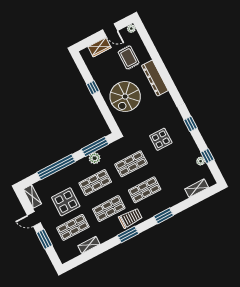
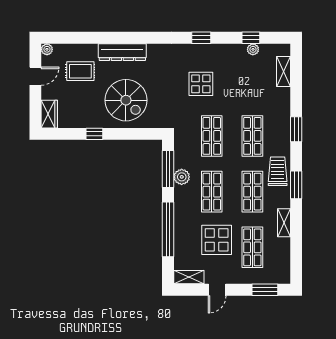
wardrobe: (99, 47) -> (49, 114), moved
window: (44, 239) -> (265, 290), moved
shelving: (89, 245) -> (284, 223), moved

